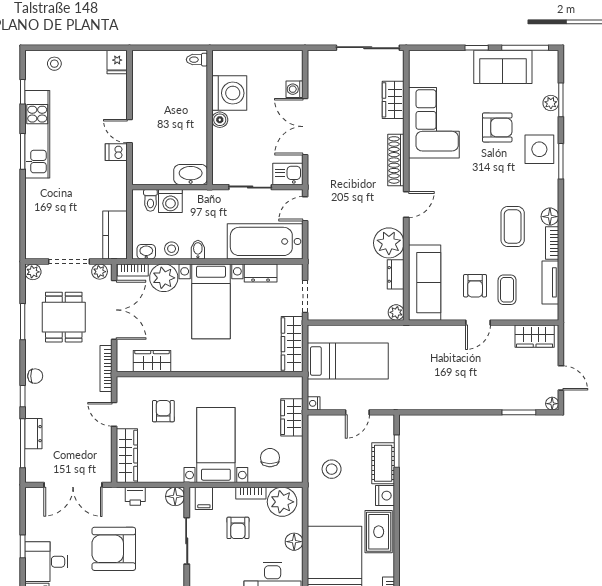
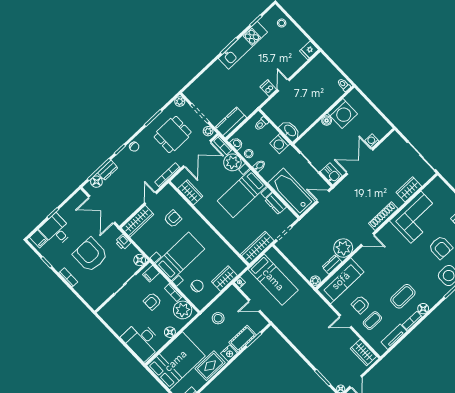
washing machine: (170, 201) -> (280, 144), moved
floor lamp: (34, 460) -> (96, 182), added

